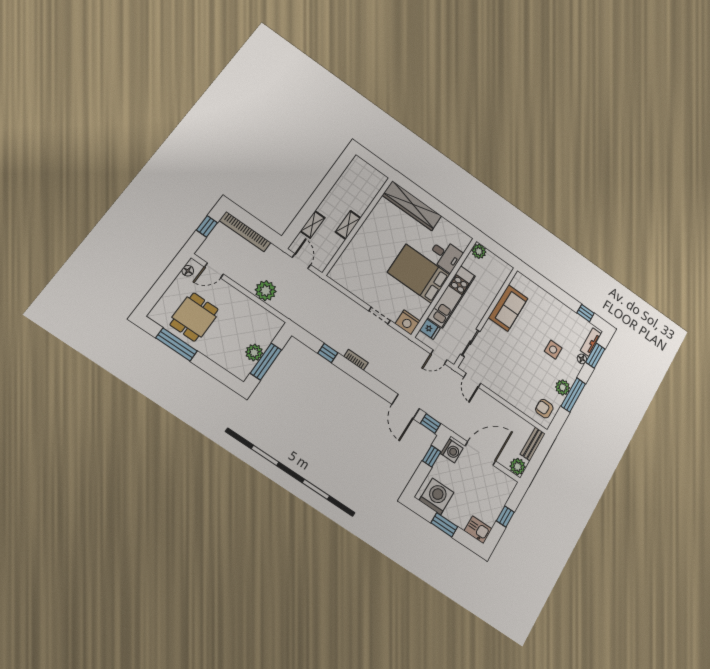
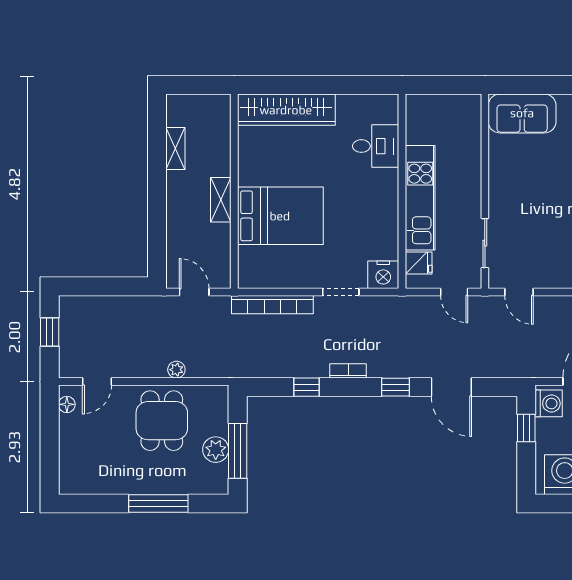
shelving: (313, 224) -> (175, 149), moved
bookcase: (245, 232) -> (272, 305), moved
plant: (479, 251) -> (418, 106), removed
bed: (419, 274) -> (280, 216), moved, turned 180
plant: (266, 291) -> (176, 370), width x0.53, depth x0.53
sofa: (508, 308) -> (522, 113), moved, turned 90
dining table: (194, 317) -> (162, 421), moved
window: (177, 345) -> (158, 503), moved
door: (439, 357) -> (454, 292), hinge flipped
window: (430, 424) -> (395, 387), moved

